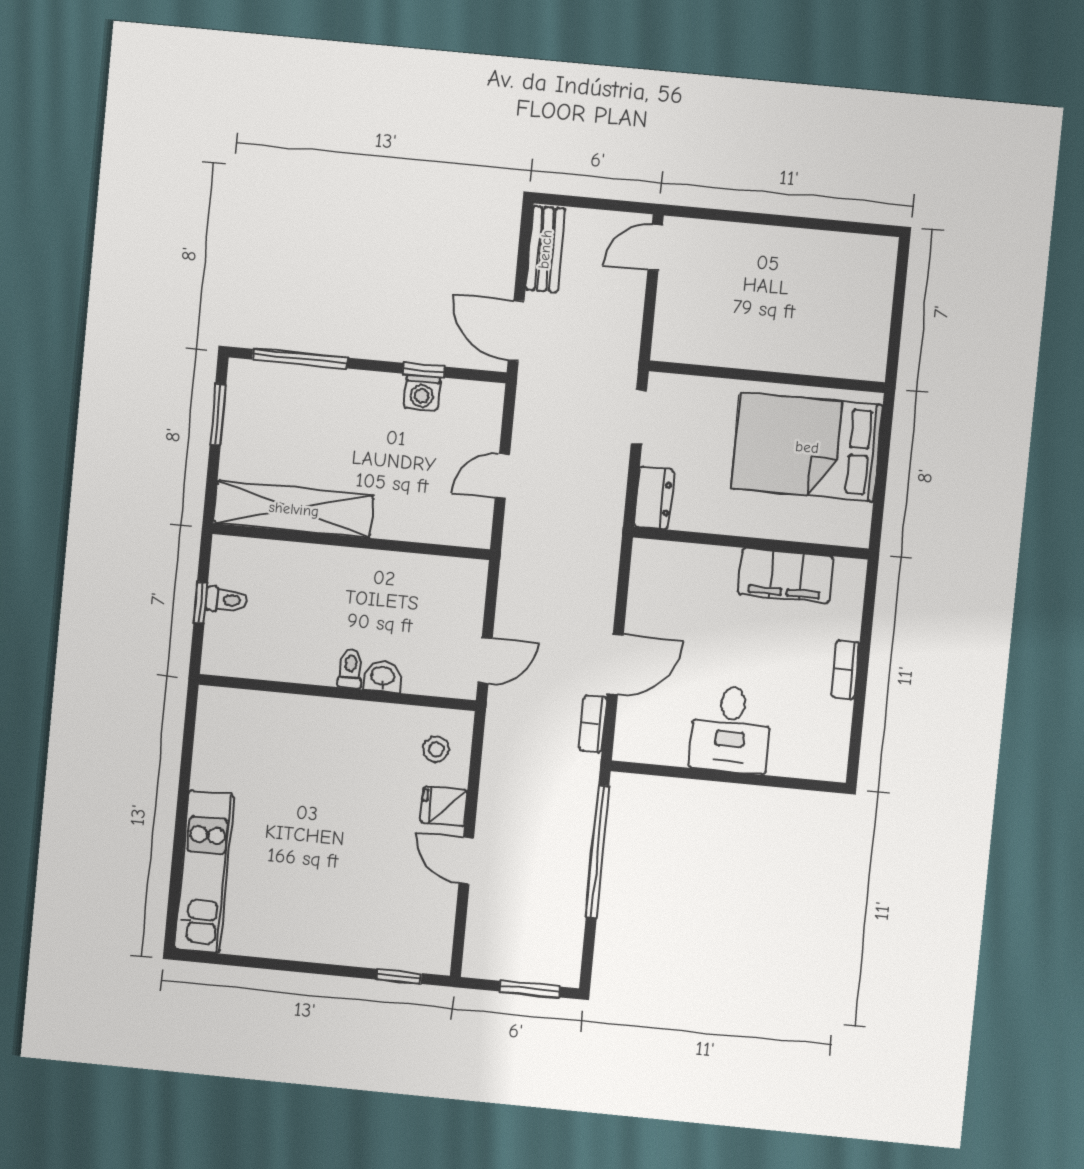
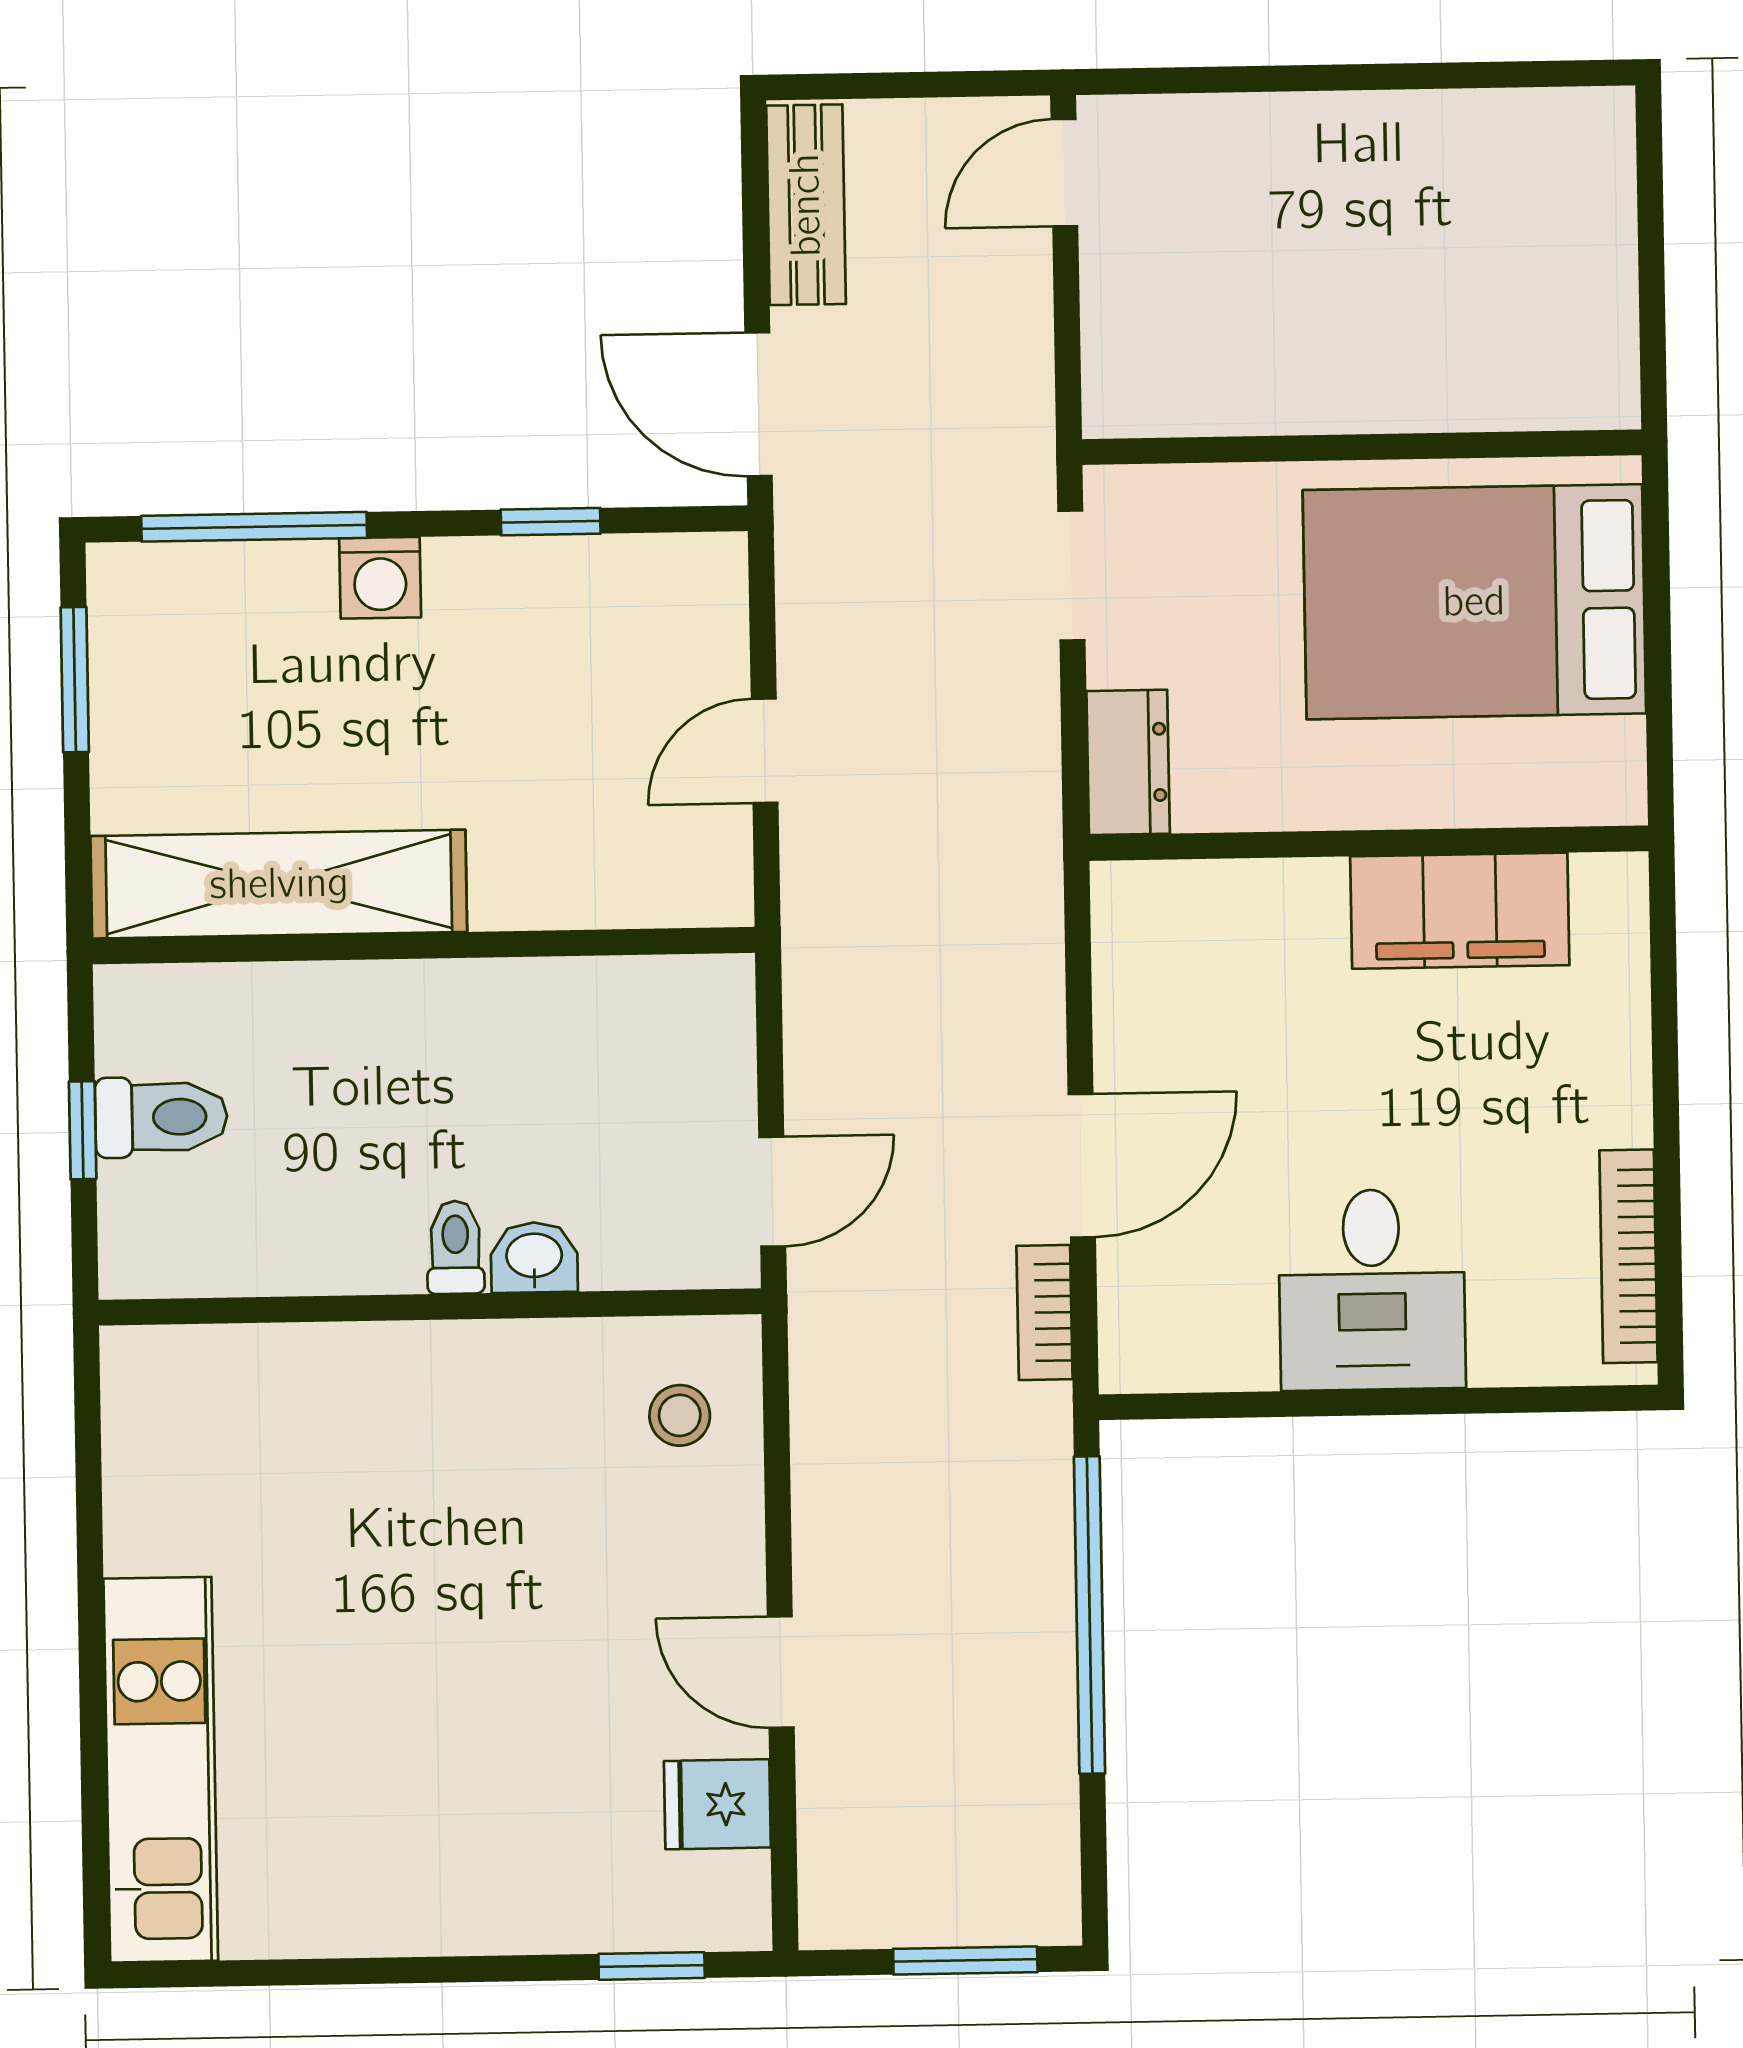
washing machine: (422, 393) -> (380, 578), moved
toilet: (226, 600) -> (161, 1117), width x1.37, depth x1.39
bookcase: (845, 670) -> (1628, 1256), moved, width x1.56
fridge: (444, 806) -> (717, 1804), moved

